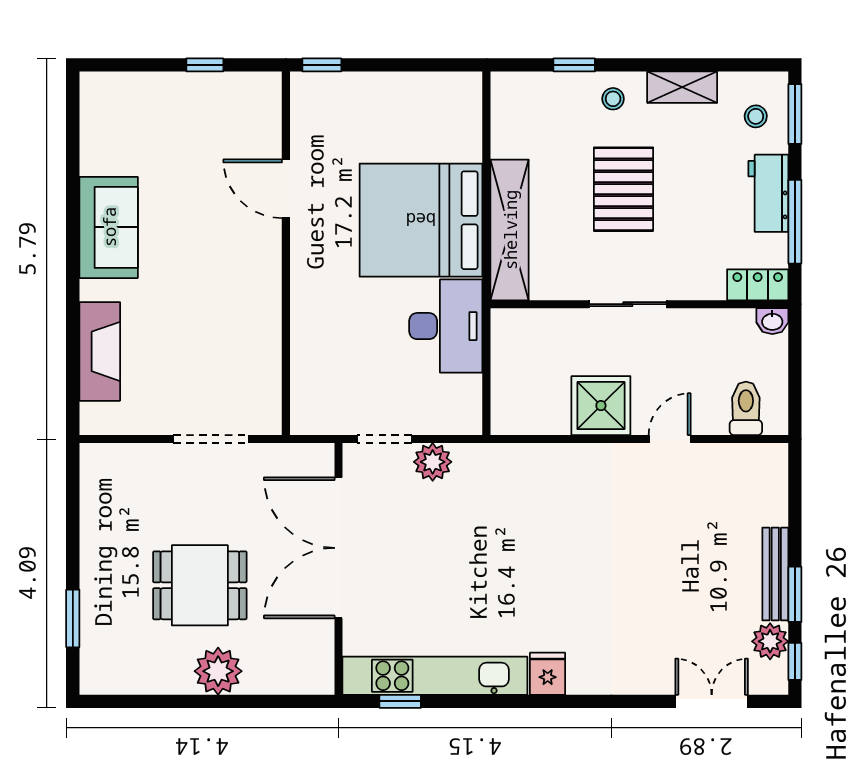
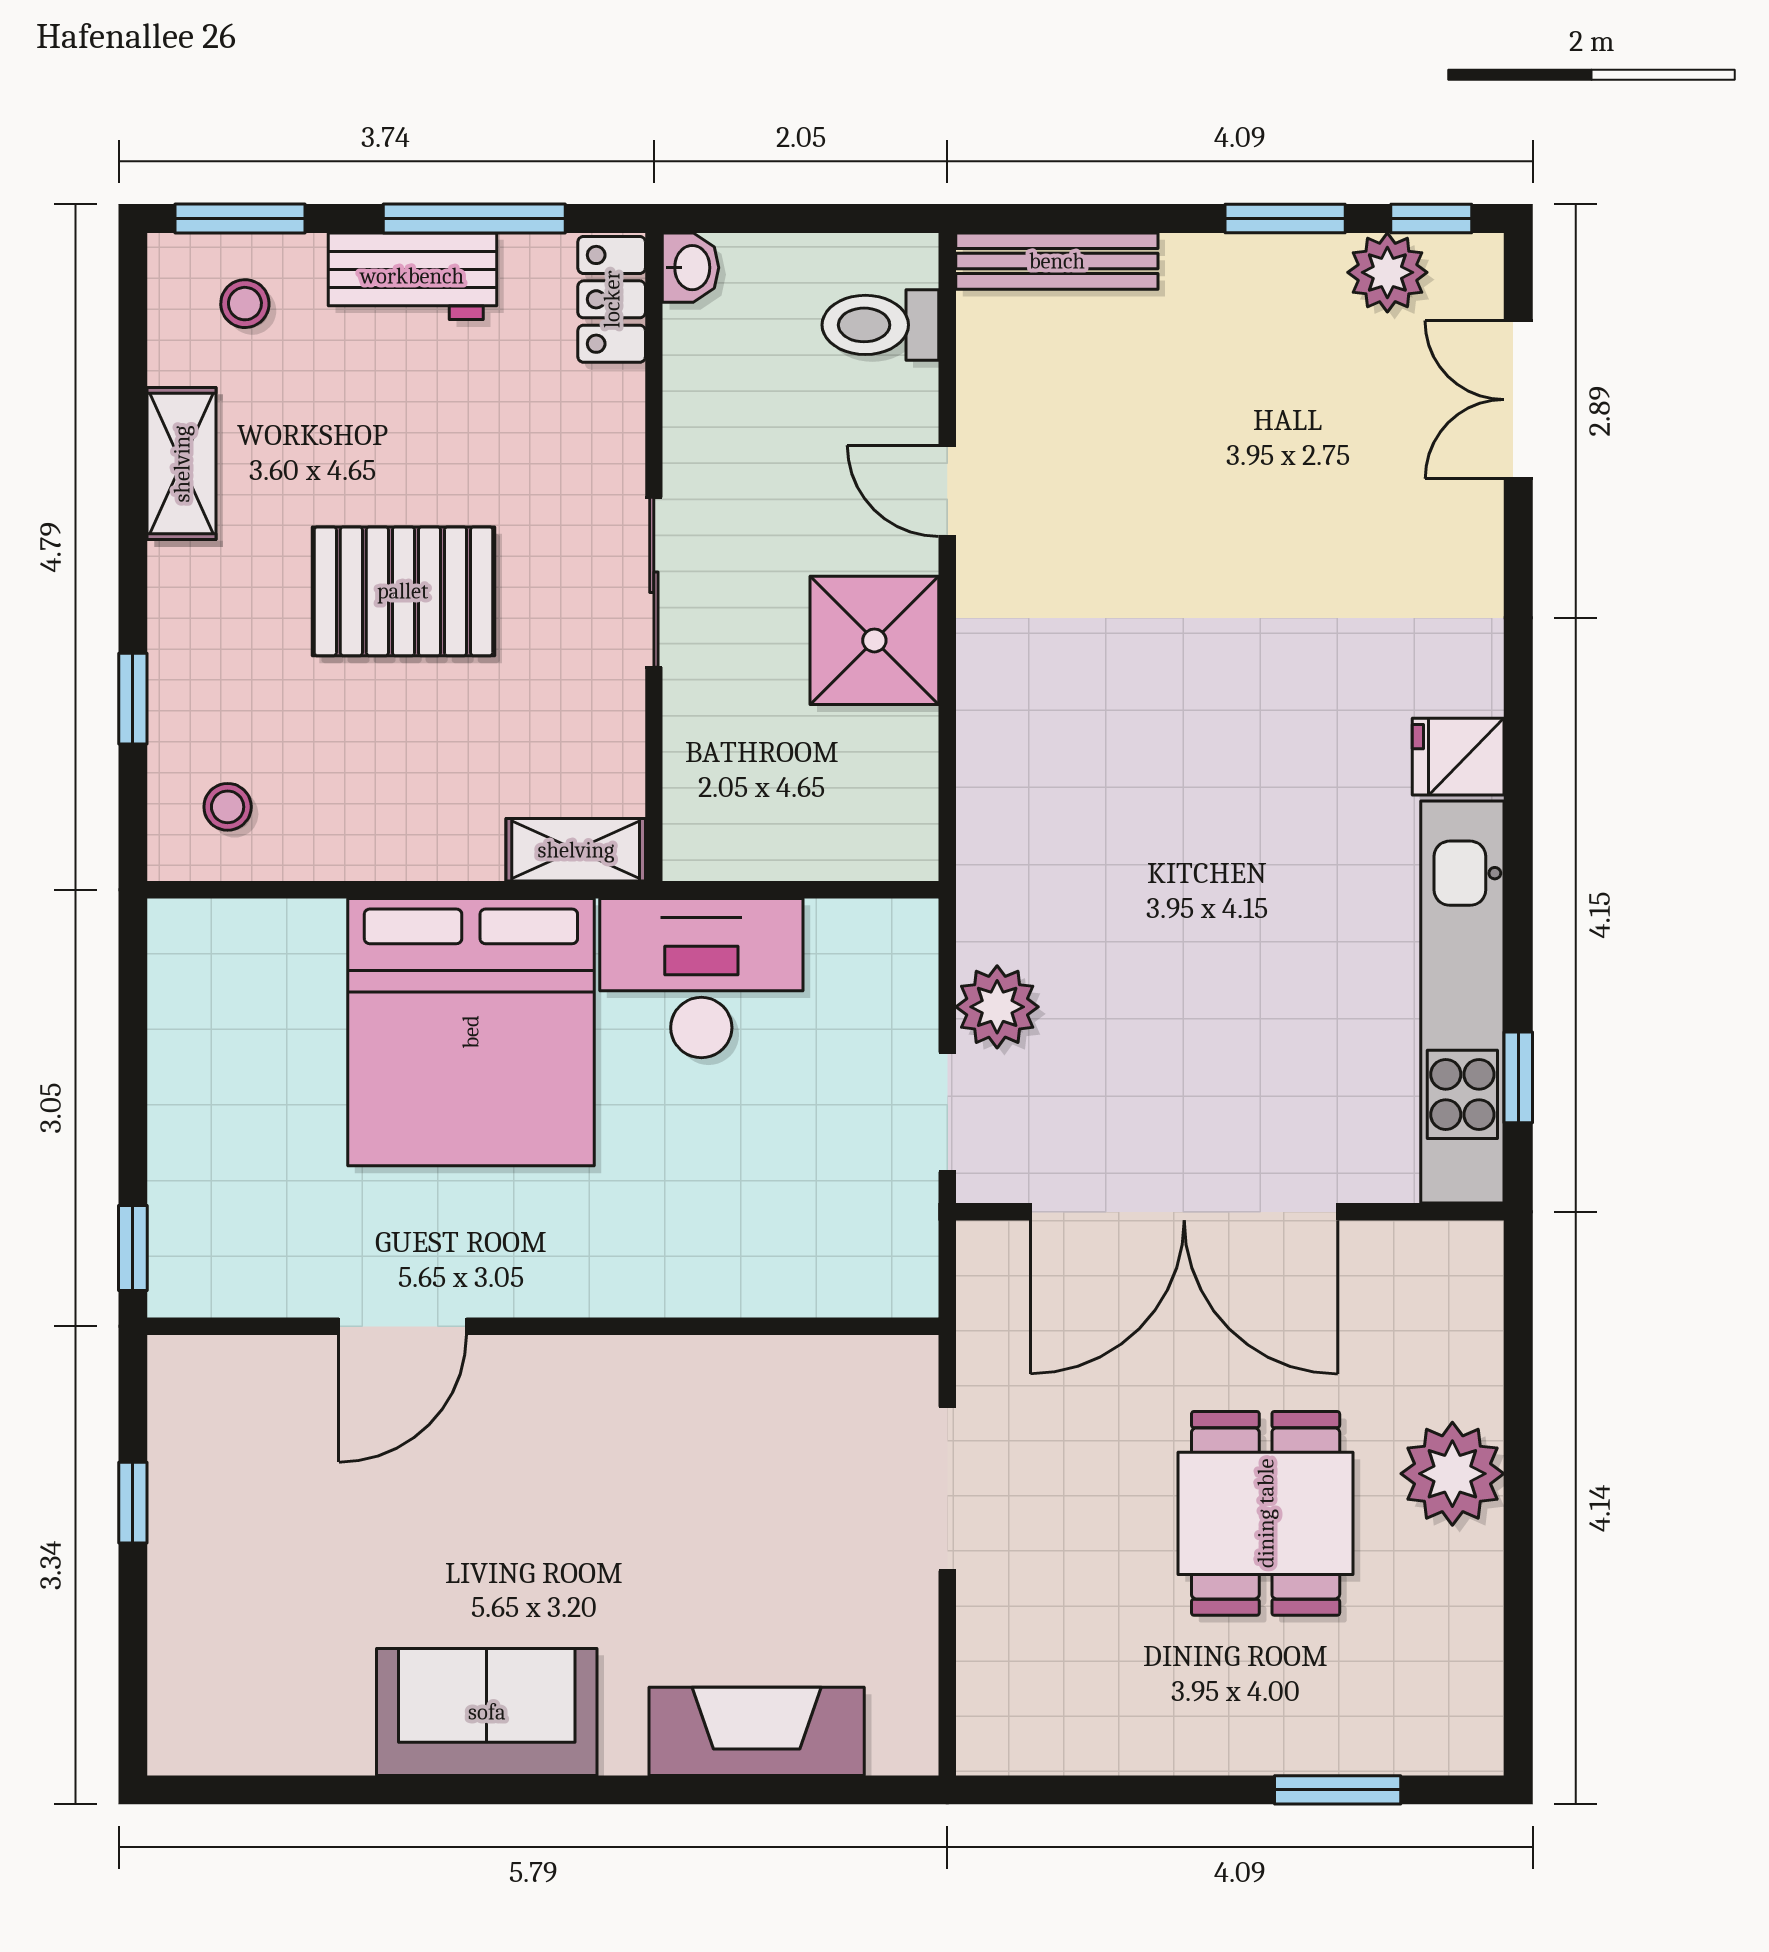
stool: (613, 99) -> (228, 807), moved
shelving: (510, 230) -> (576, 850), width x0.45, depth x0.75
bench: (775, 574) -> (1057, 261), moved

